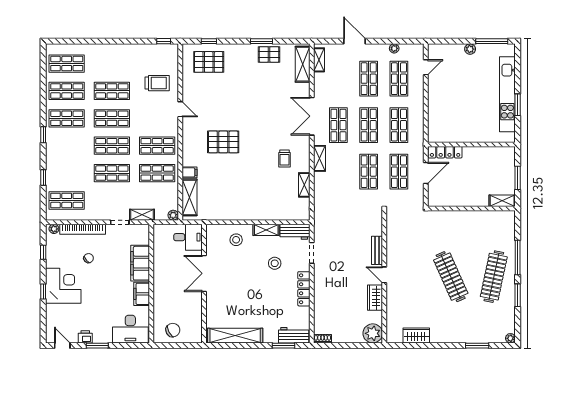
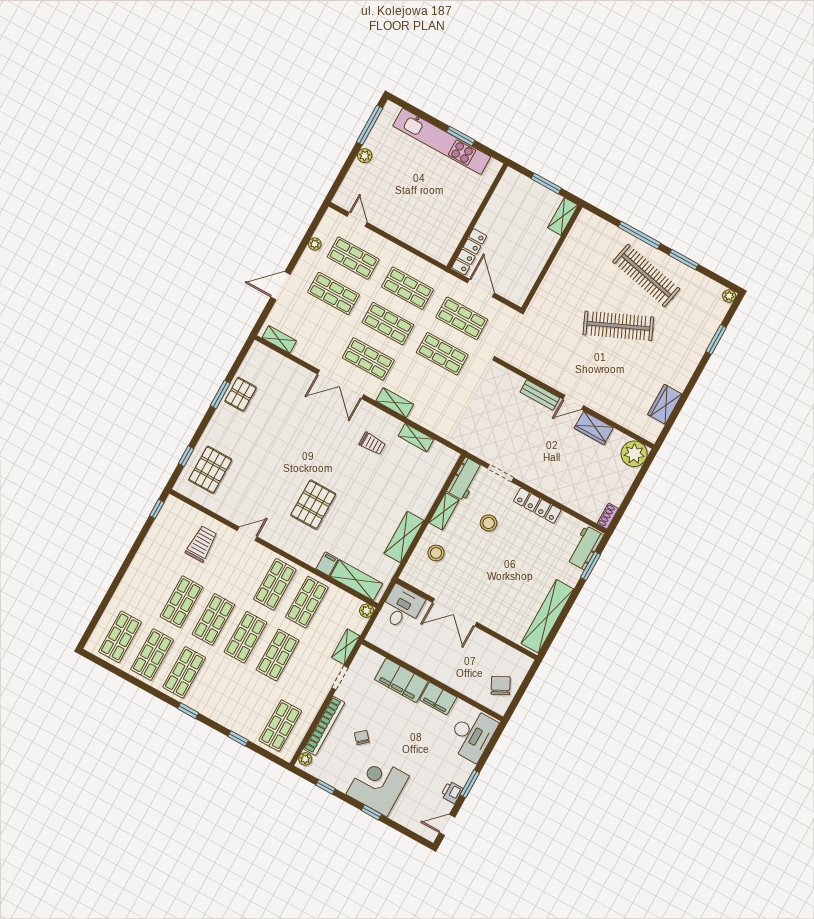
shelving: (303, 64) -> (404, 537), moved, turned 90

